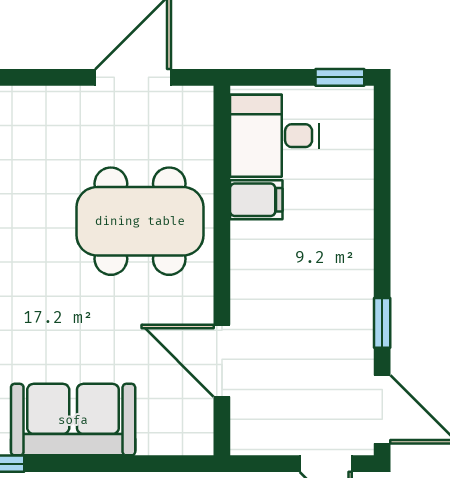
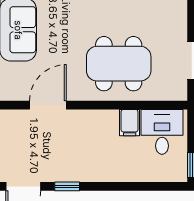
dining table: (140, 221) -> (119, 64), turned 90

